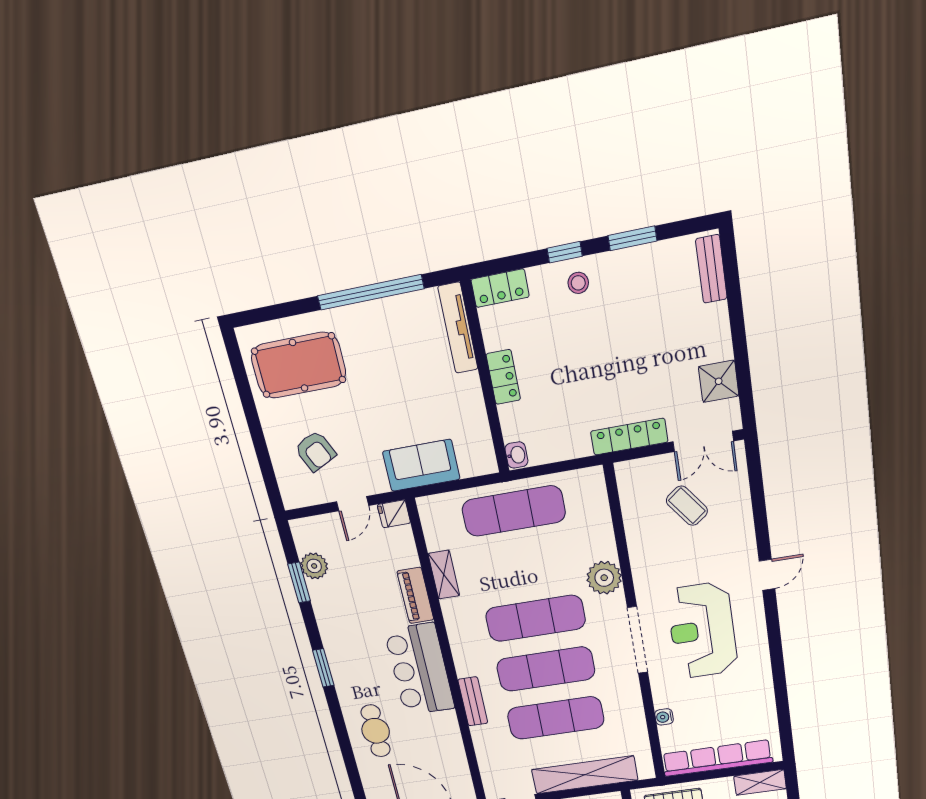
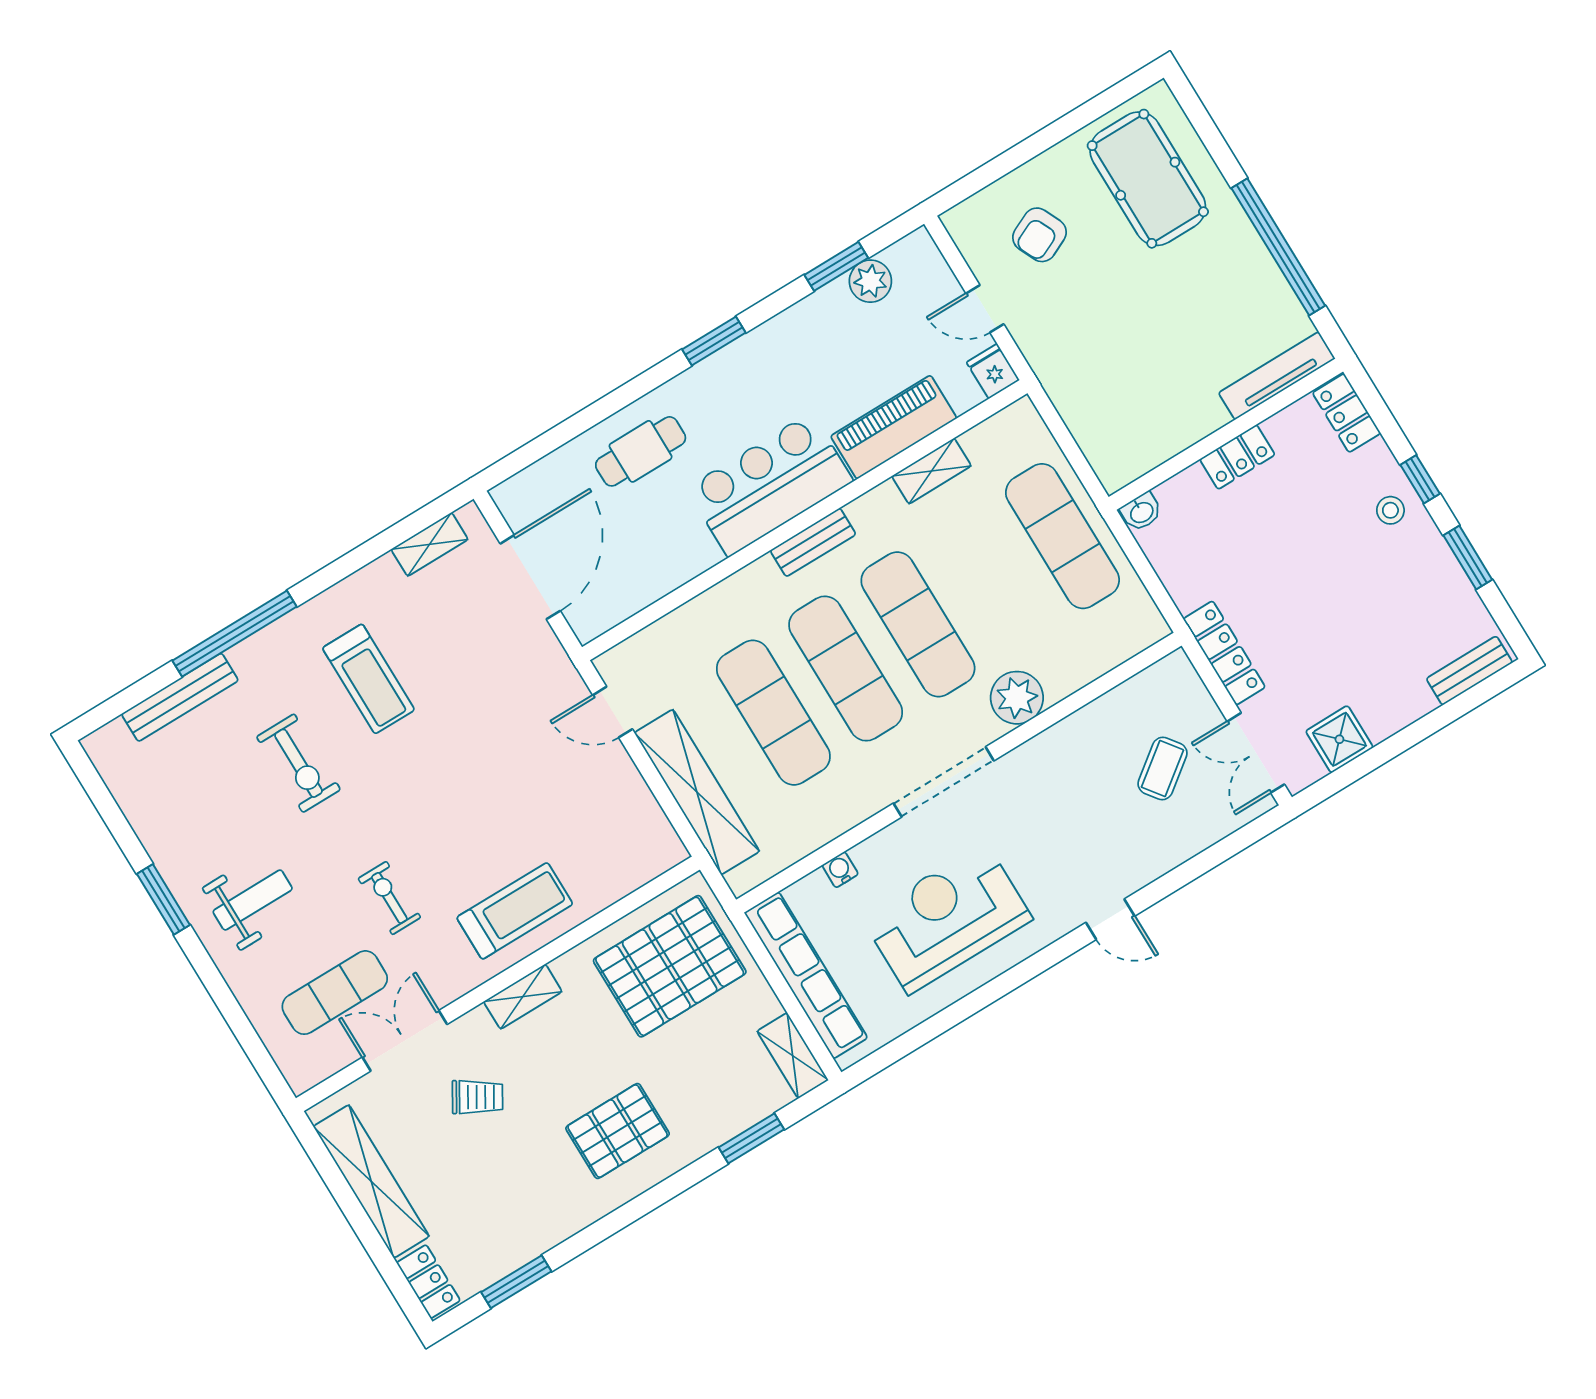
sofa: (421, 465) -> (1077, 387), removed
piano: (415, 596) -> (894, 427), width x1.37, depth x1.33
reception desk: (702, 631) -> (947, 918), moved
bench: (473, 701) -> (813, 542), moved

